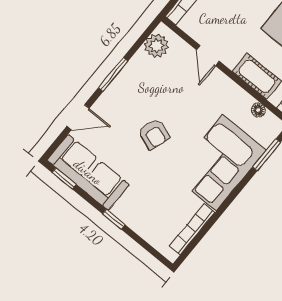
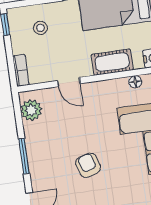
armchair: (154, 134) -> (88, 165), turned -126

